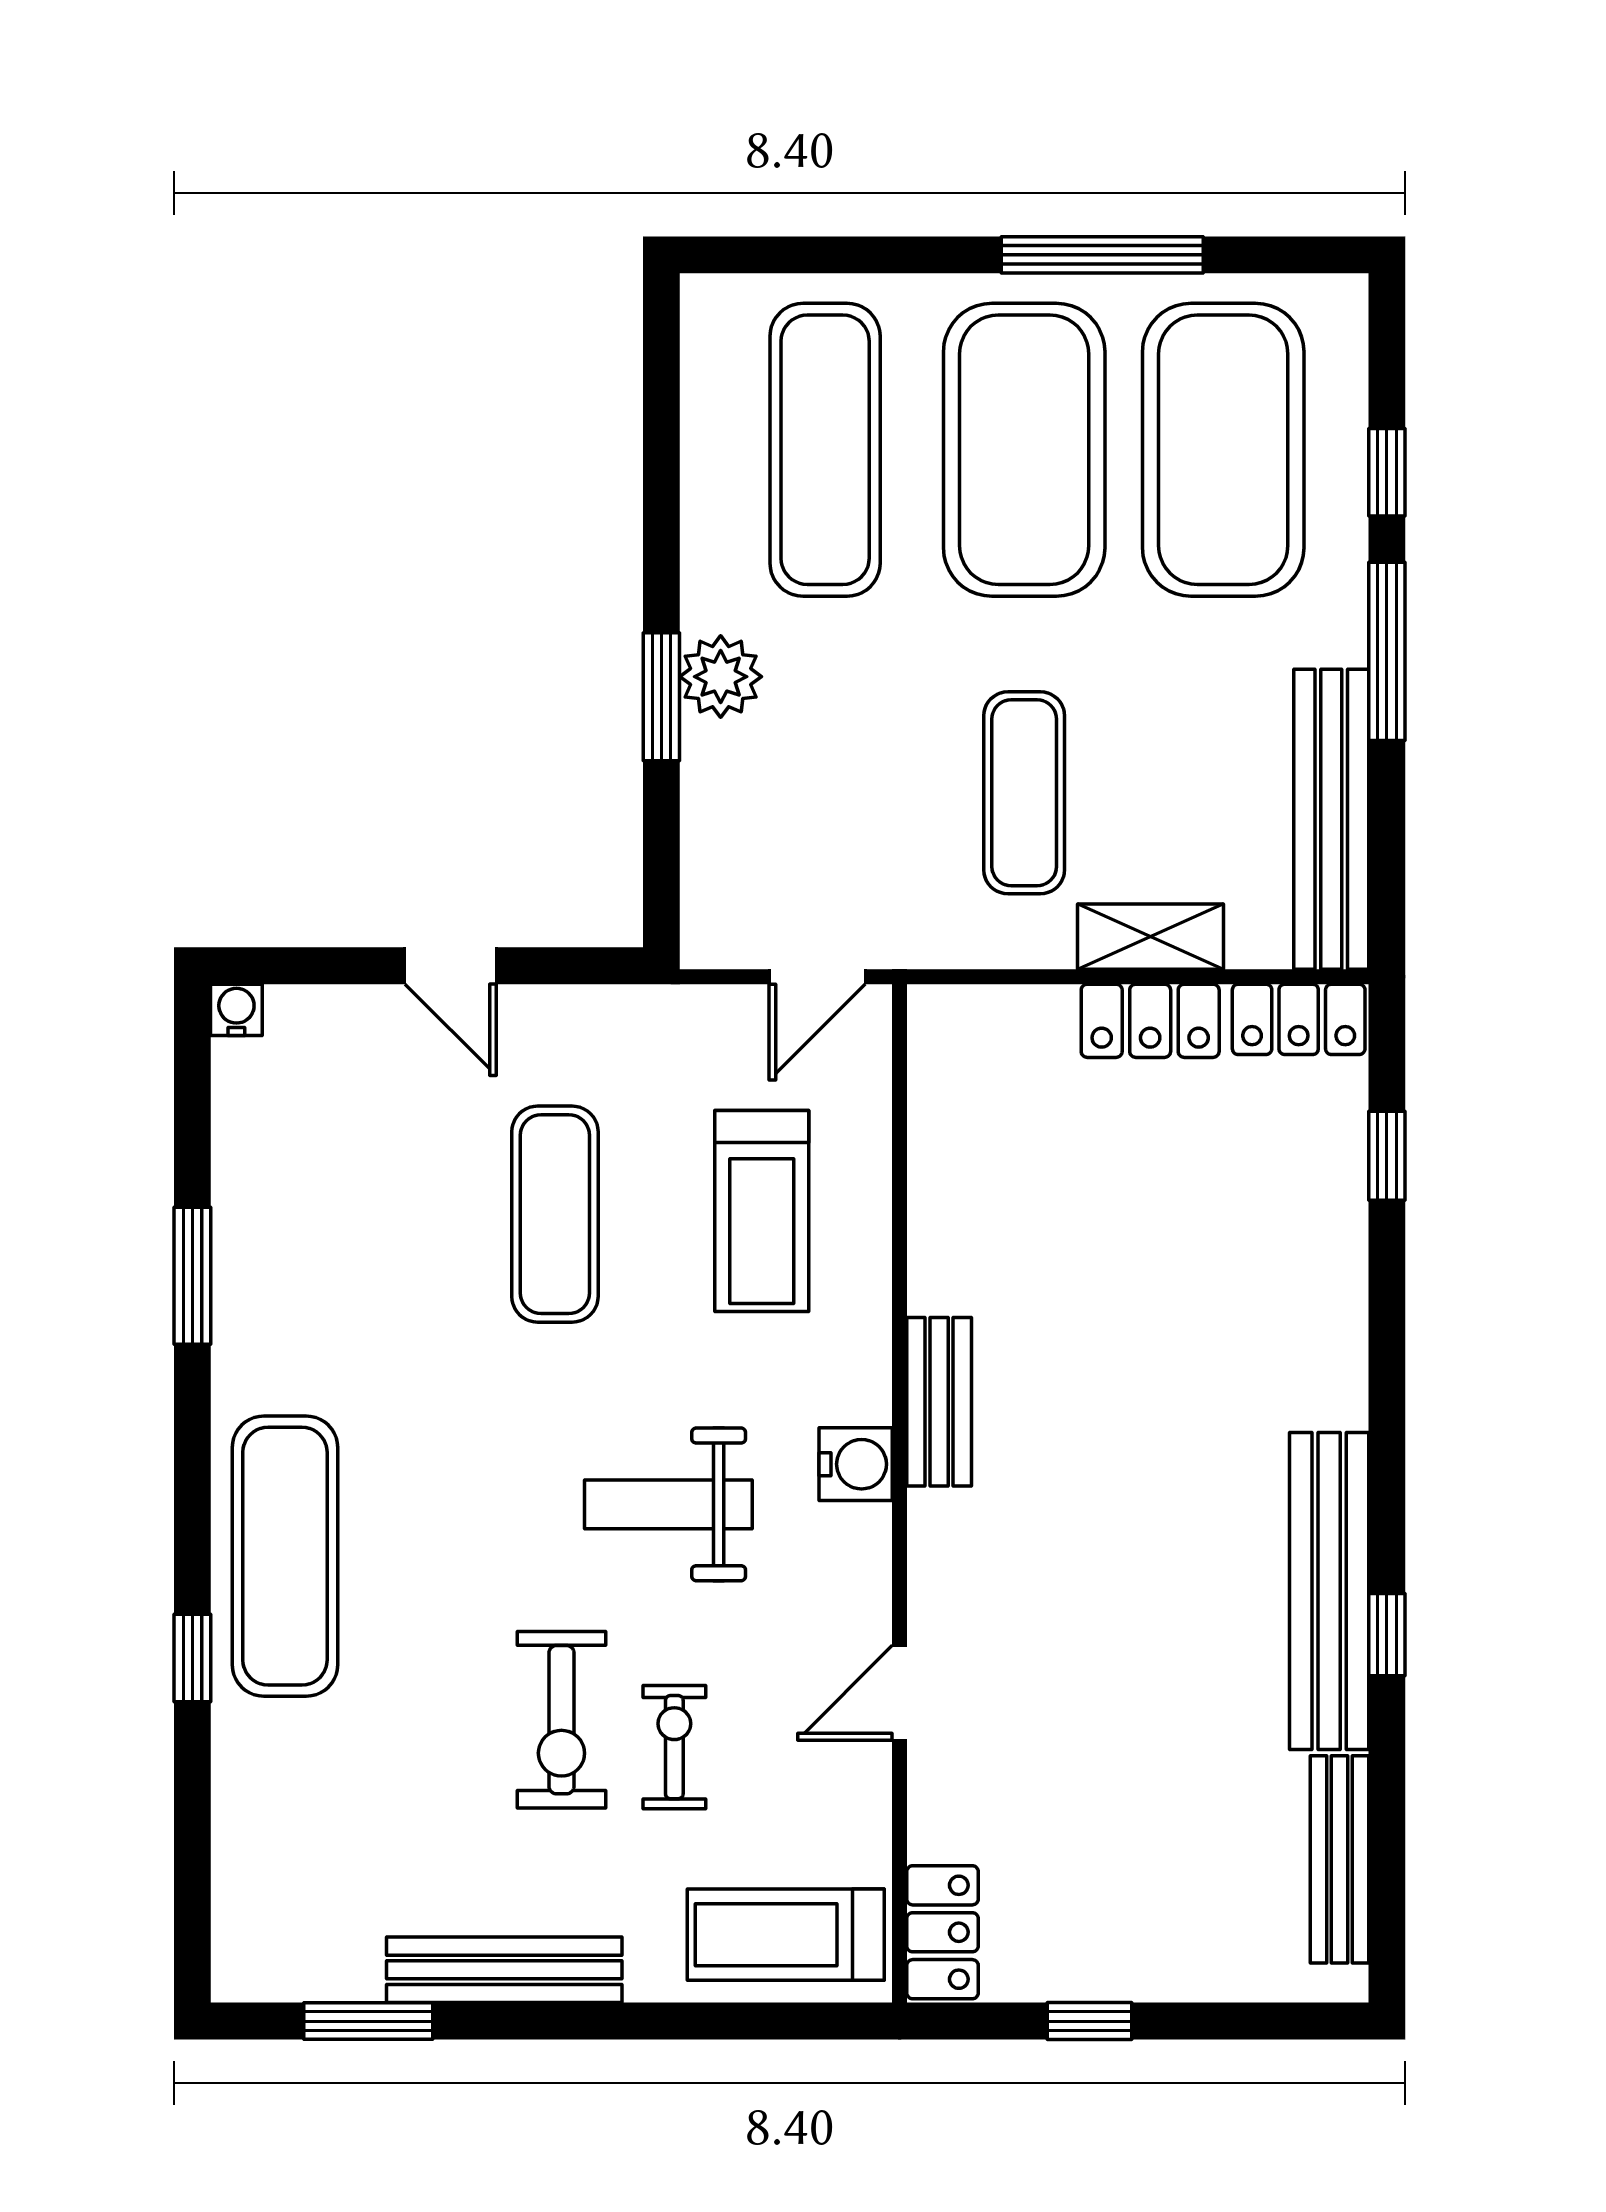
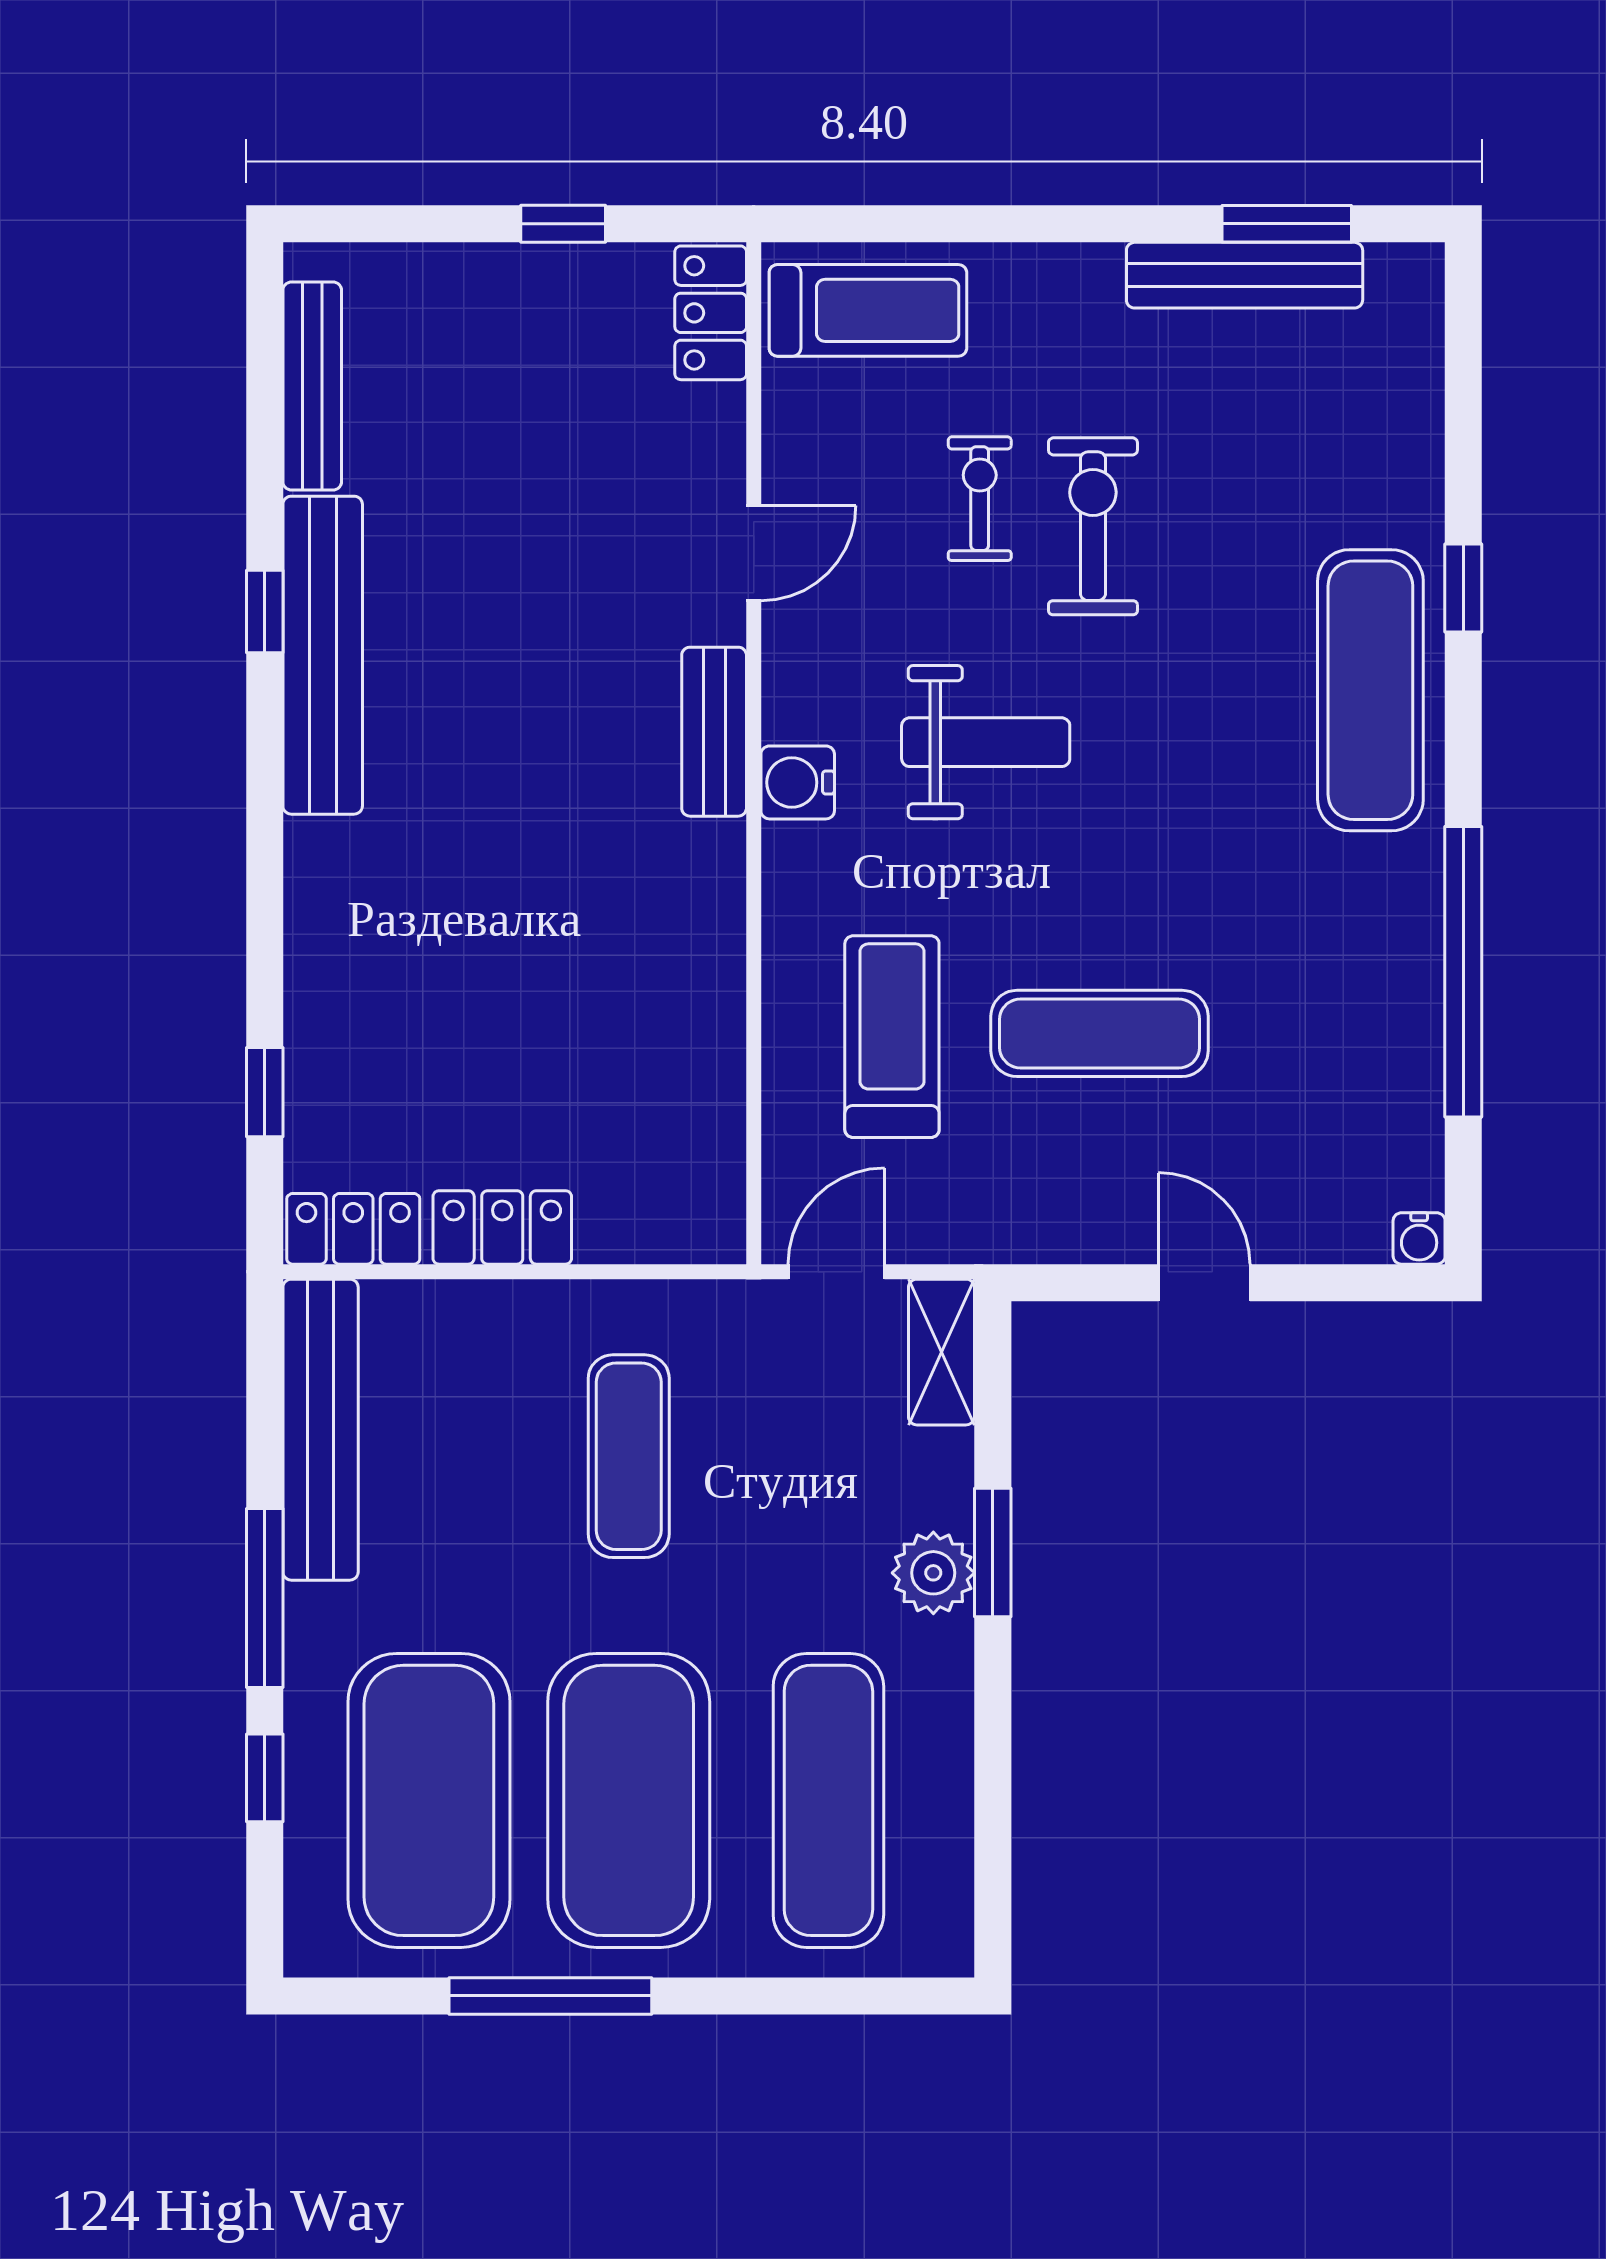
shelving: (1150, 937) -> (941, 1352), moved, turned 90
exercise mat: (555, 1214) -> (1100, 1033), turned 90
window: (192, 1276) -> (1463, 972), width x2.11
bench: (939, 1402) -> (714, 732), moved
exercise bike: (674, 1747) -> (980, 499), turned 180
bench: (504, 1970) -> (1245, 275), moved

